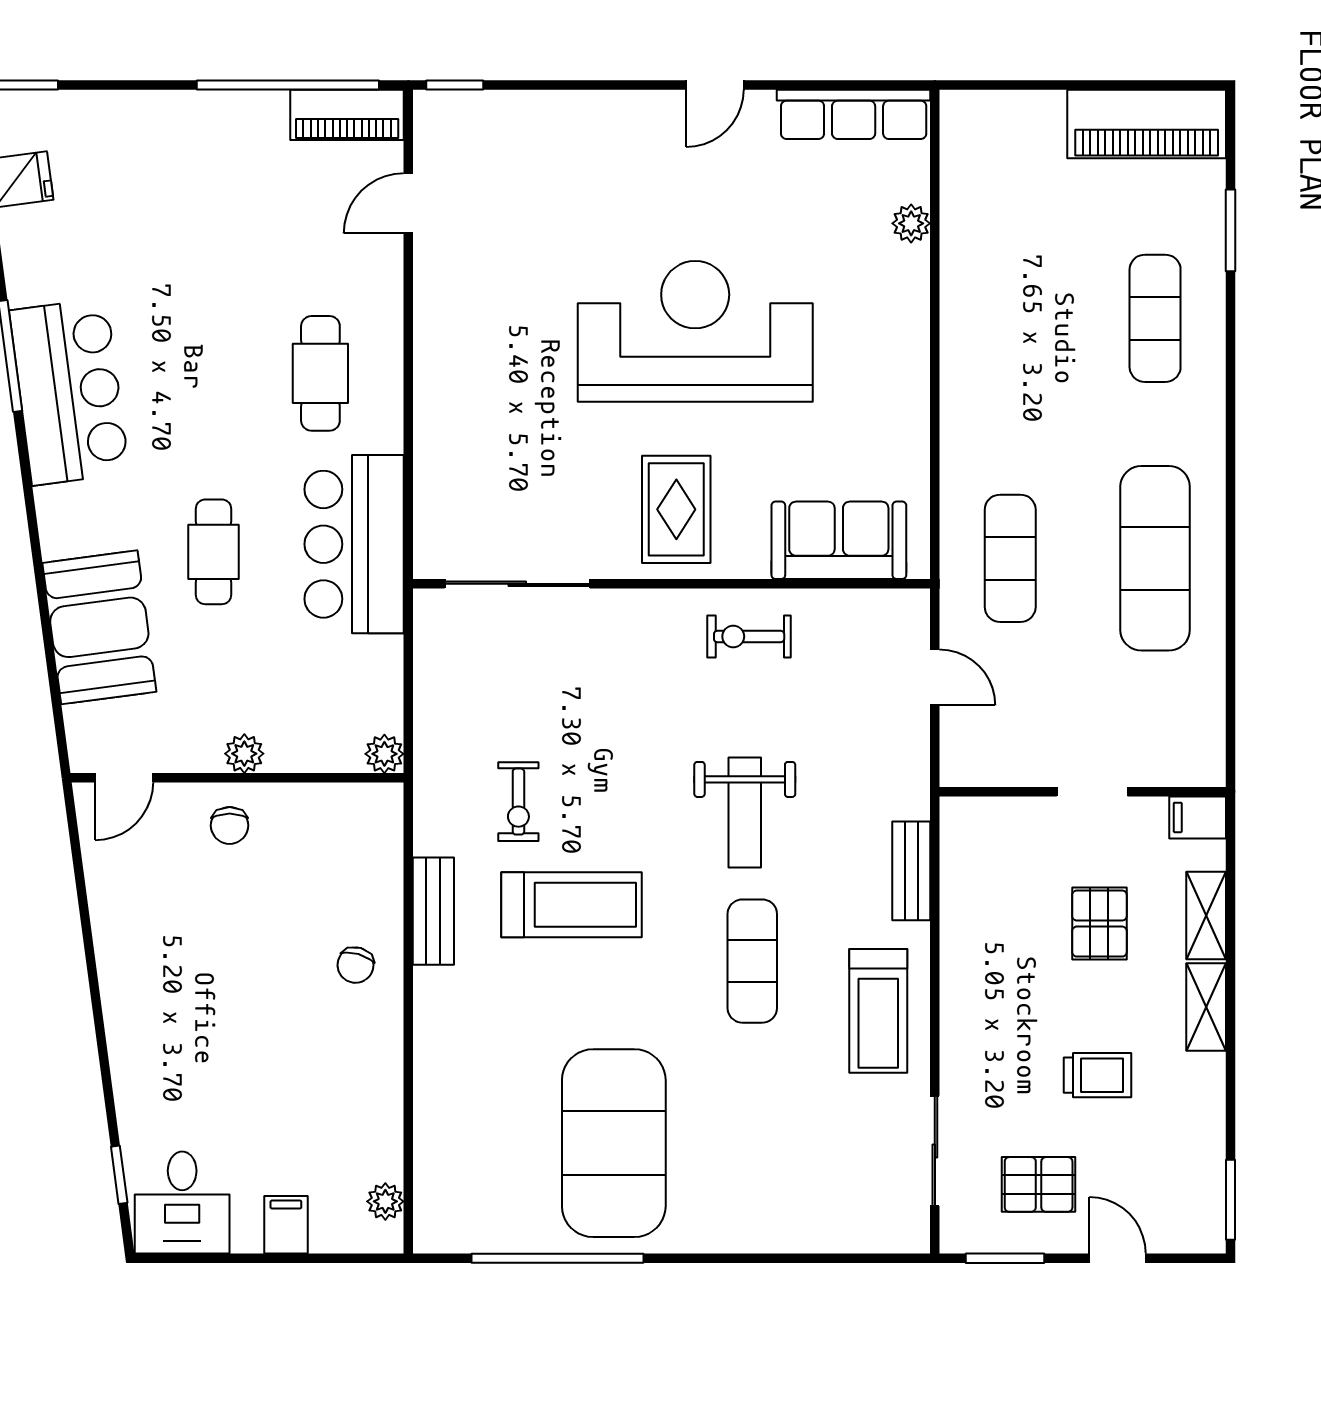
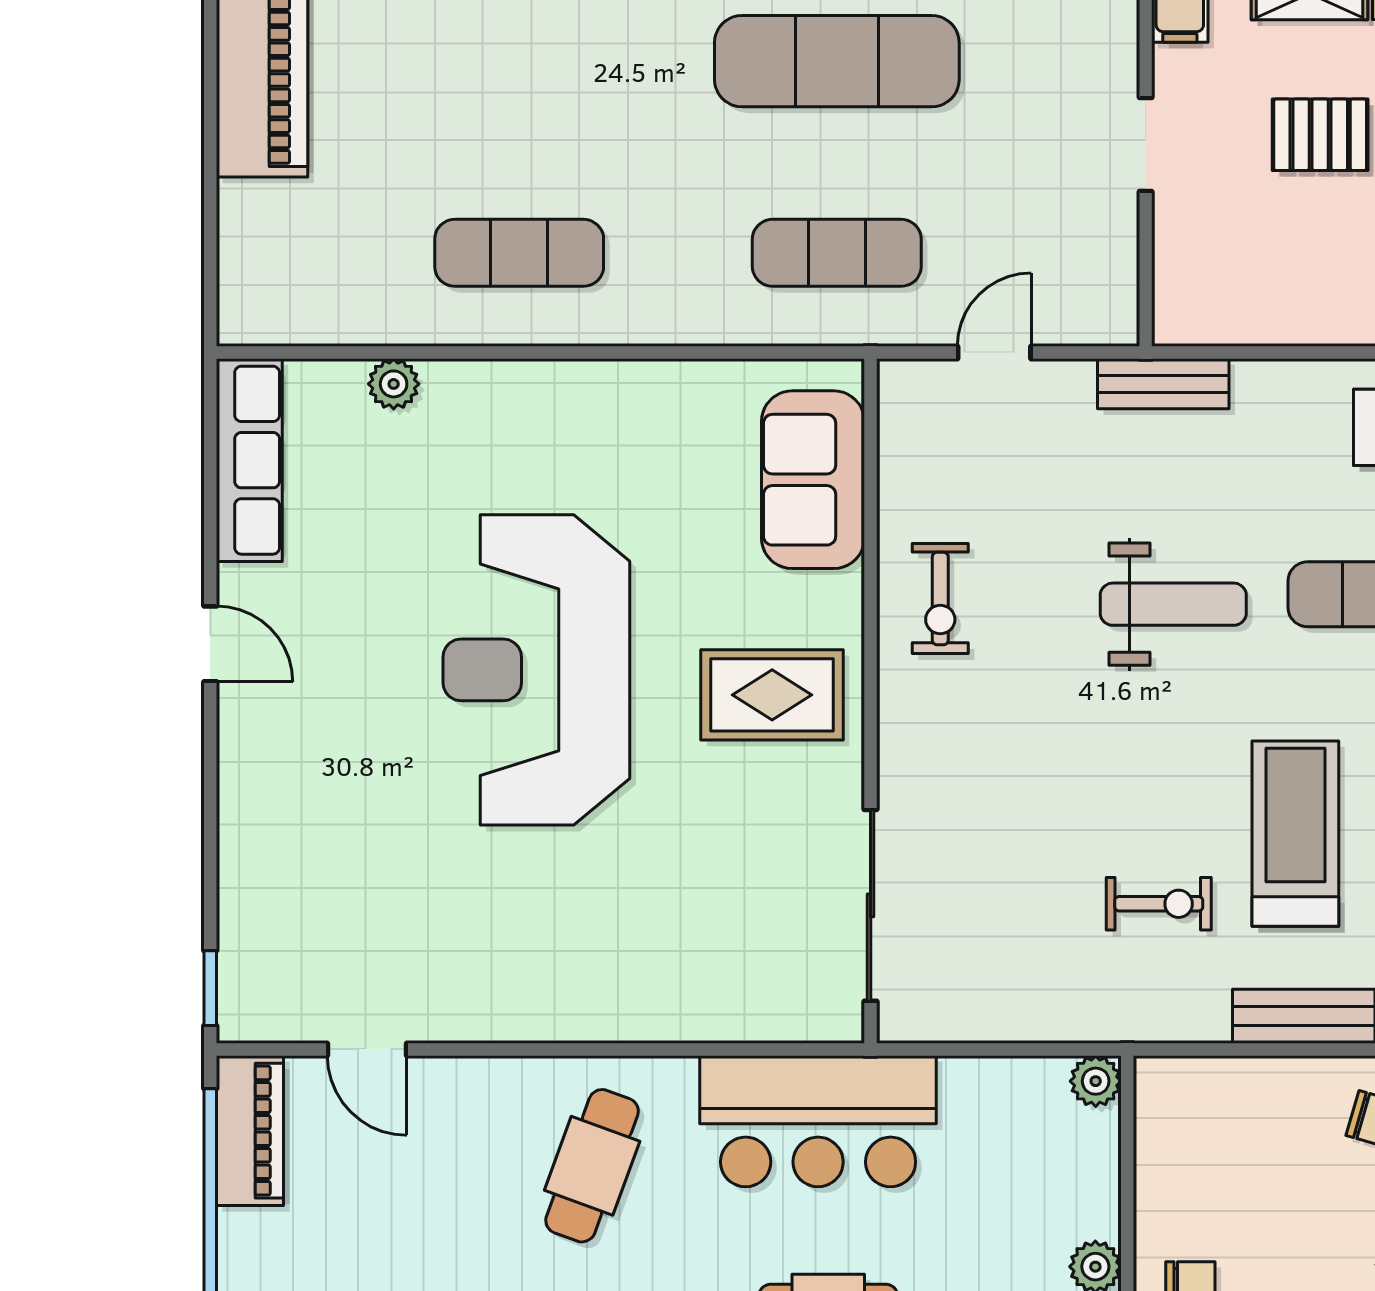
exercise mat: (1155, 318) -> (519, 253), moved
cafe table: (320, 373) -> (592, 1166), turned -70
bench: (911, 871) -> (1163, 384), moved

